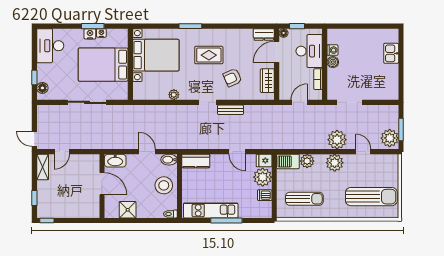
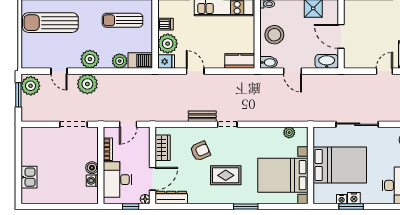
dresser: (264, 34) -> (171, 198), width x1.44
plant: (174, 95) -> (289, 133), moved

